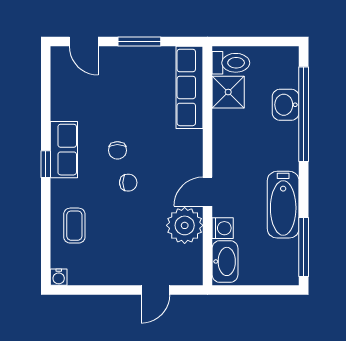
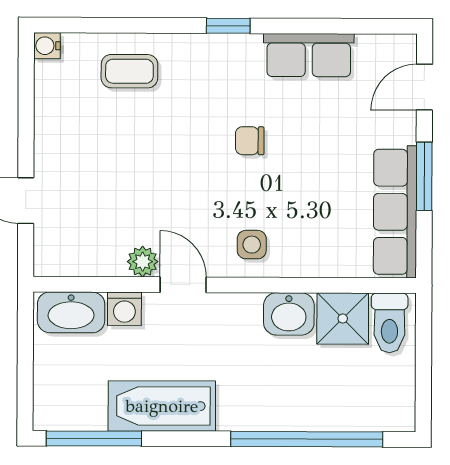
row of seats: (189, 87) -> (395, 212), moved, turned -90
washbasin: (286, 105) -> (289, 314), moved, turned 180
side table: (182, 149) -> (252, 245), added
row of seats: (64, 150) -> (309, 55), moved
chair: (128, 183) -> (198, 158), removed
plant: (185, 225) -> (143, 262), width x0.53, depth x0.53

